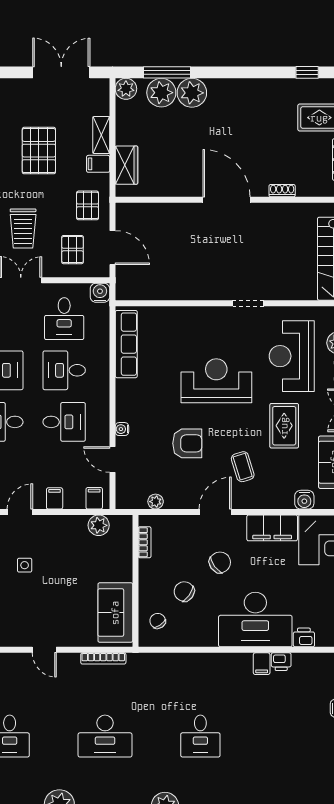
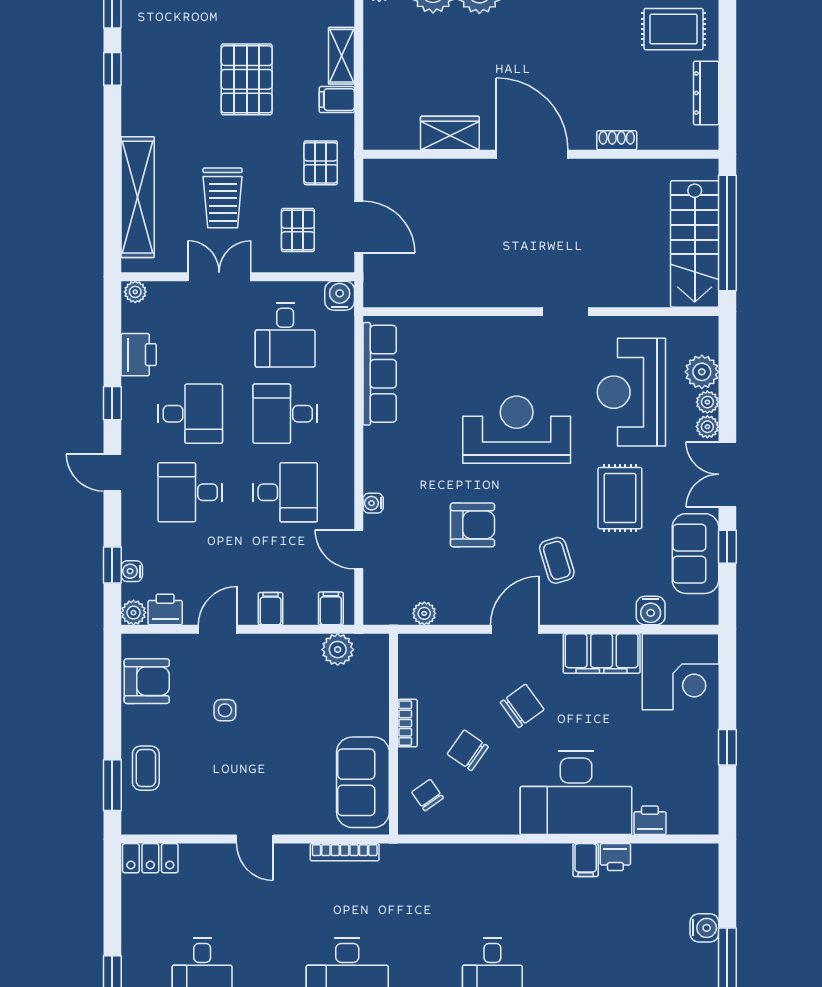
wardrobe: (126, 165) -> (450, 133), moved, turned -90
bookcase: (145, 542) -> (408, 723), moved

